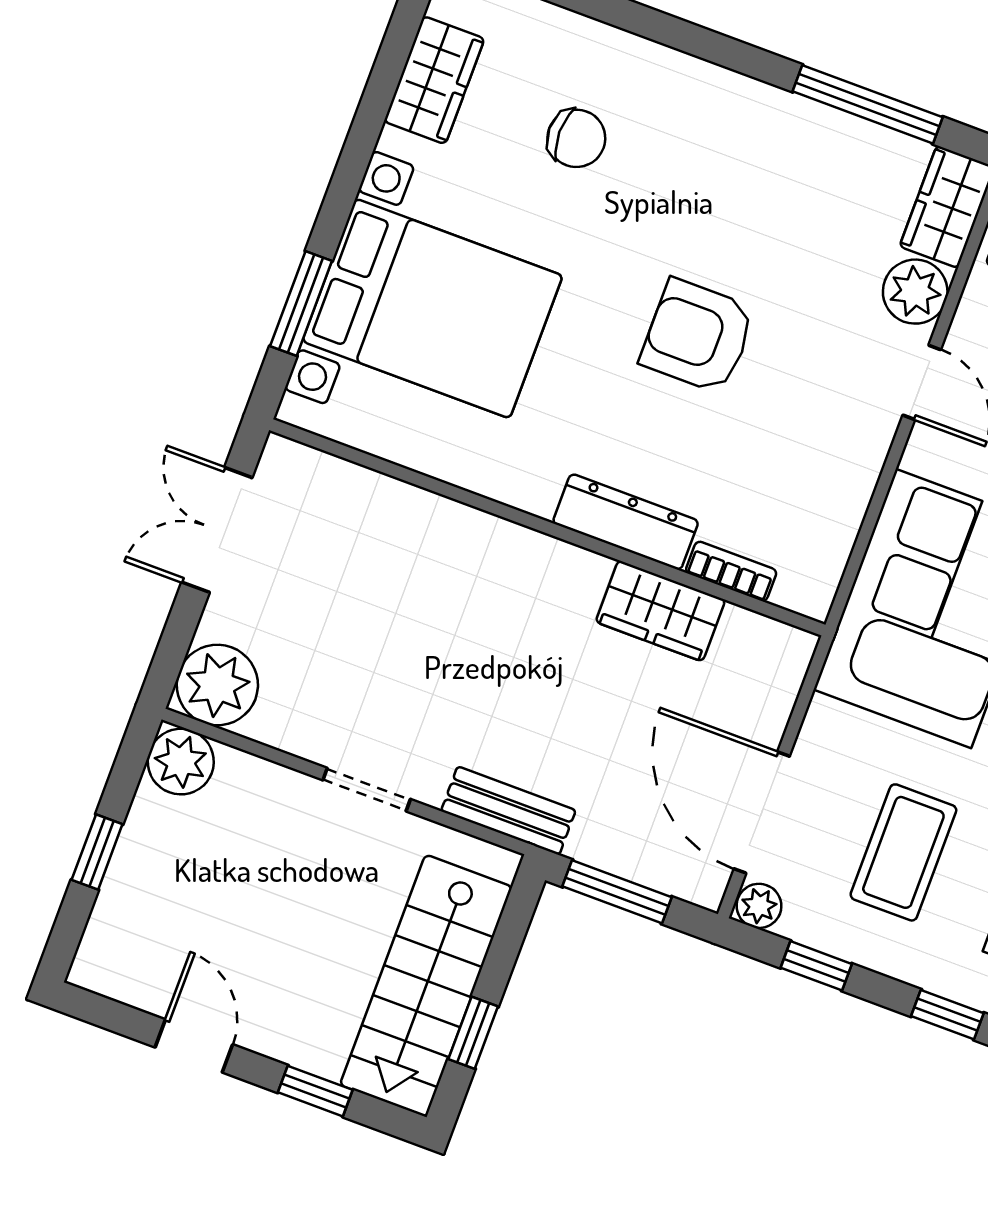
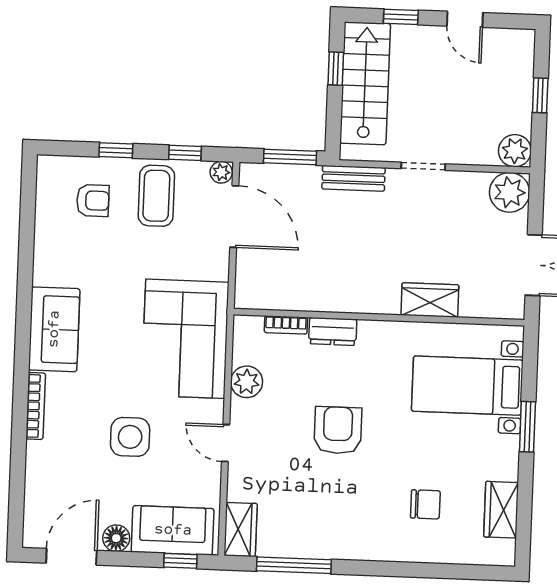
chair: (576, 138) -> (425, 504), turned 180
plant: (915, 292) -> (247, 382), moved
window: (301, 304) -> (527, 427), moved
bed with nightstands: (432, 308) -> (467, 386), width x0.73
armchair: (698, 336) -> (338, 430), turned -90
dresser: (626, 522) -> (333, 332), width x0.70
wardrobe: (660, 611) -> (430, 300), moved
coffee table: (903, 852) -> (156, 196), moved

